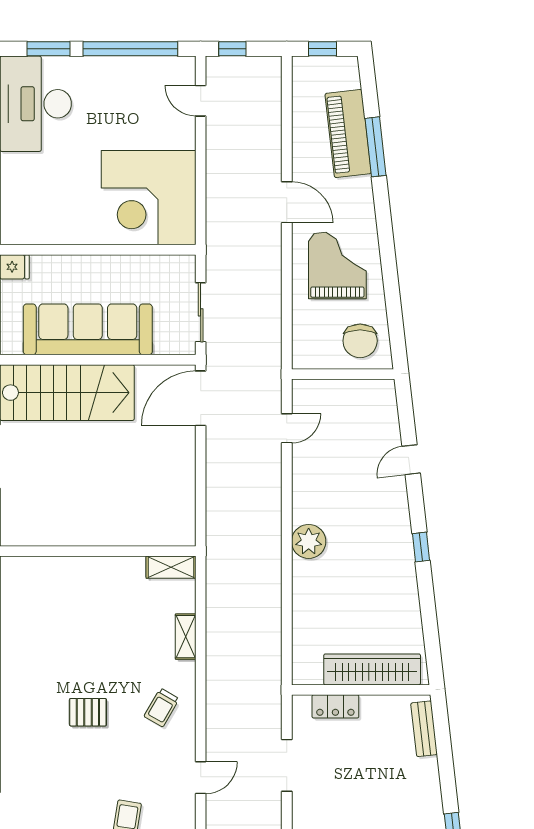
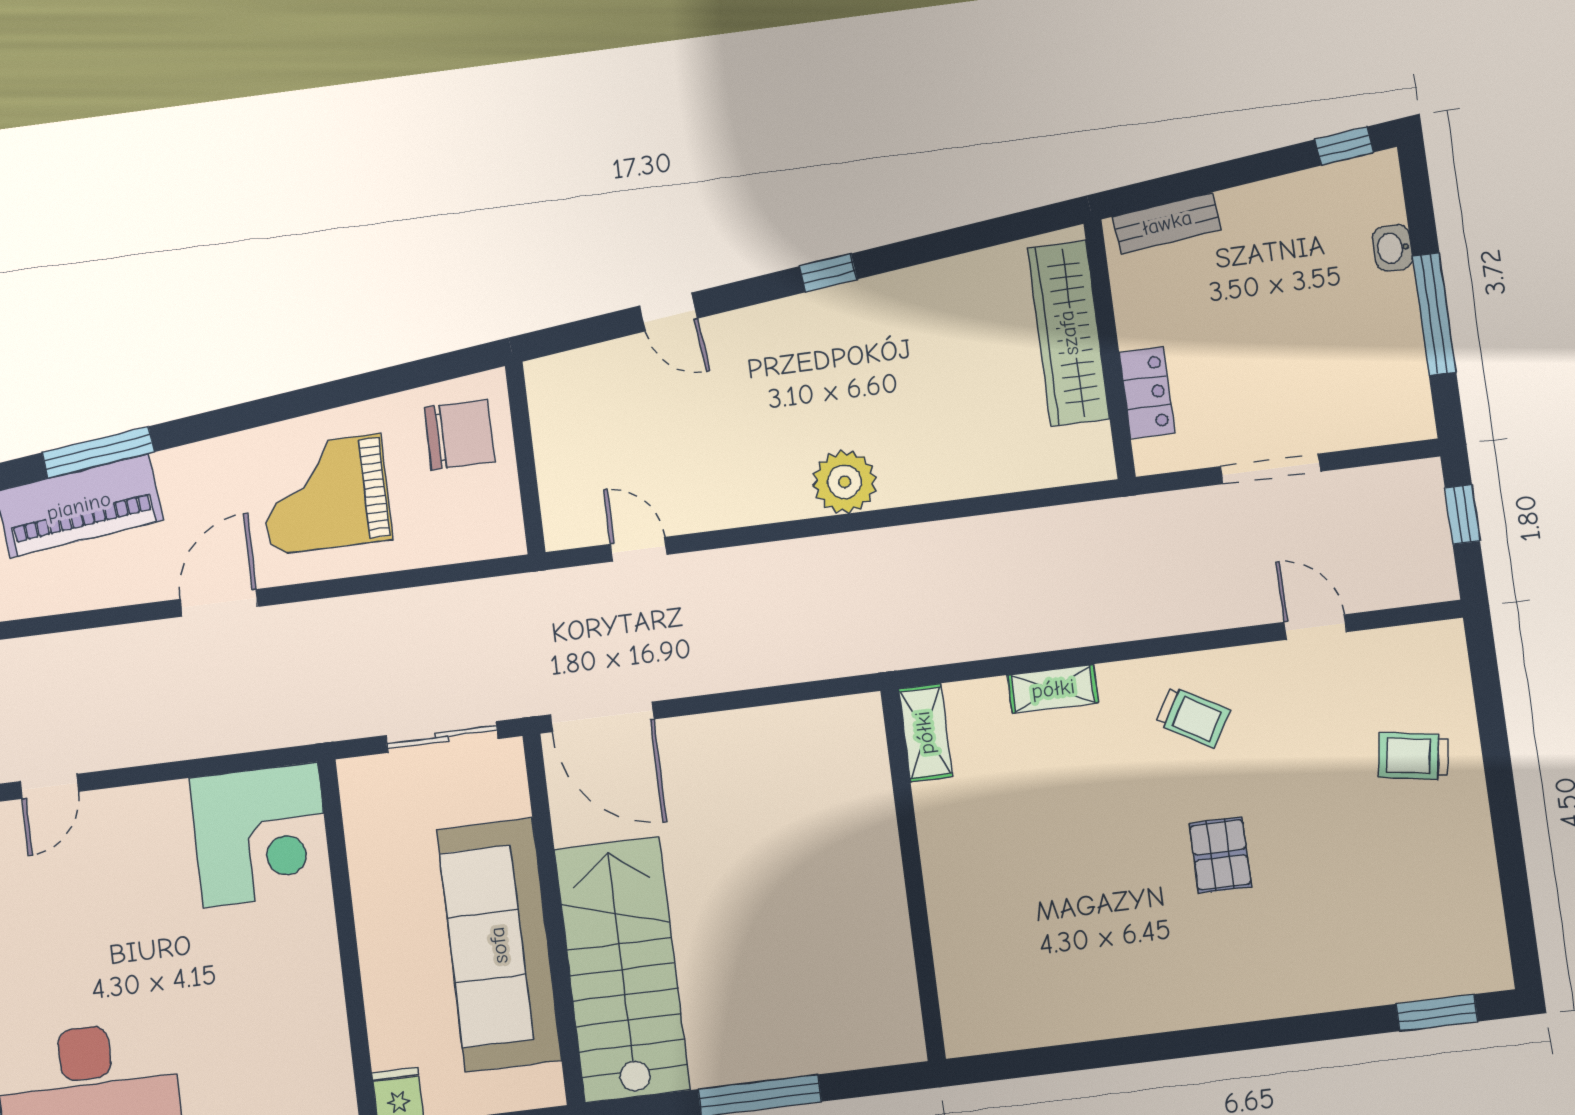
corner desk: (149, 198) -> (261, 835), width x0.74, depth x0.74

